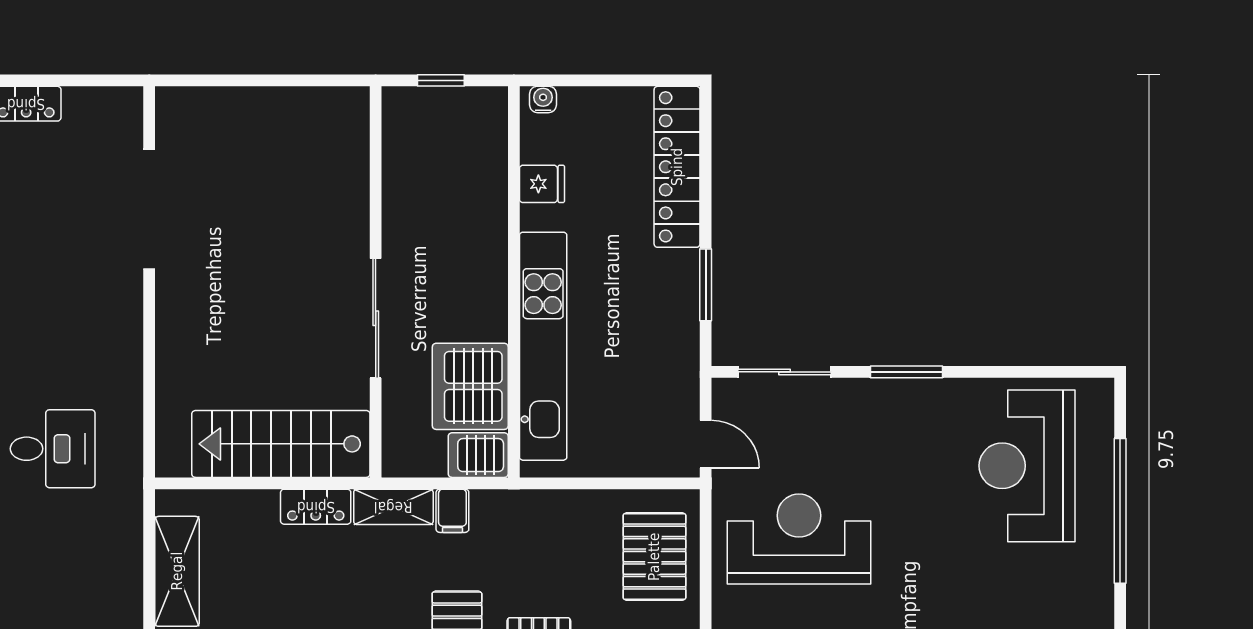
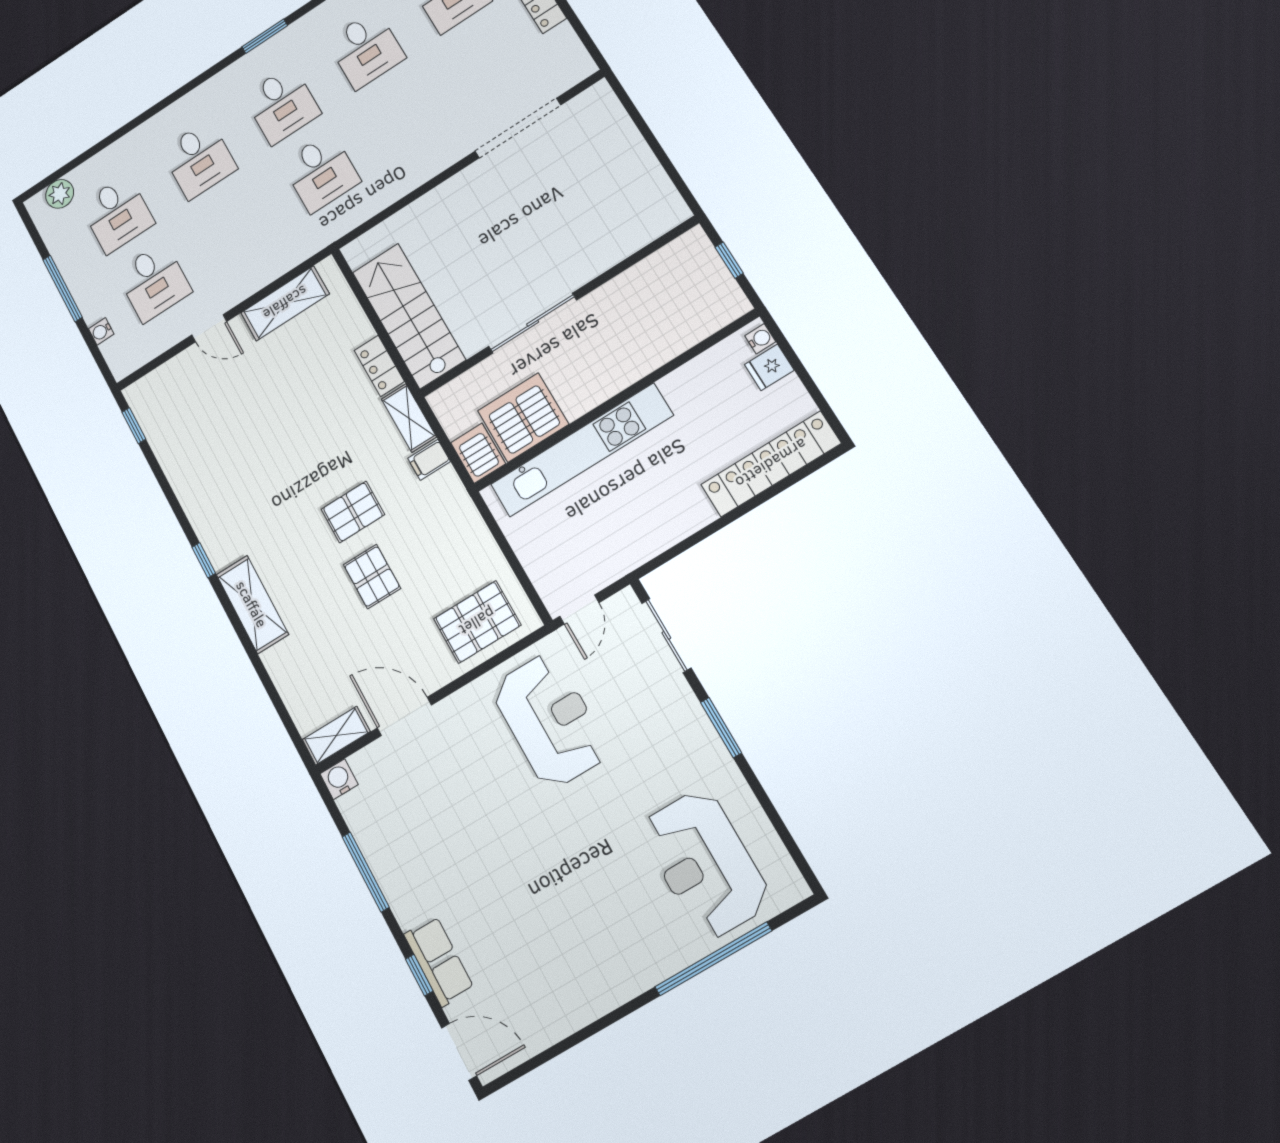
fridge: (542, 184) -> (769, 367), moved, turned 90
window: (706, 285) -> (696, 538), removed
reception desk: (1027, 466) -> (705, 864), turned -90

